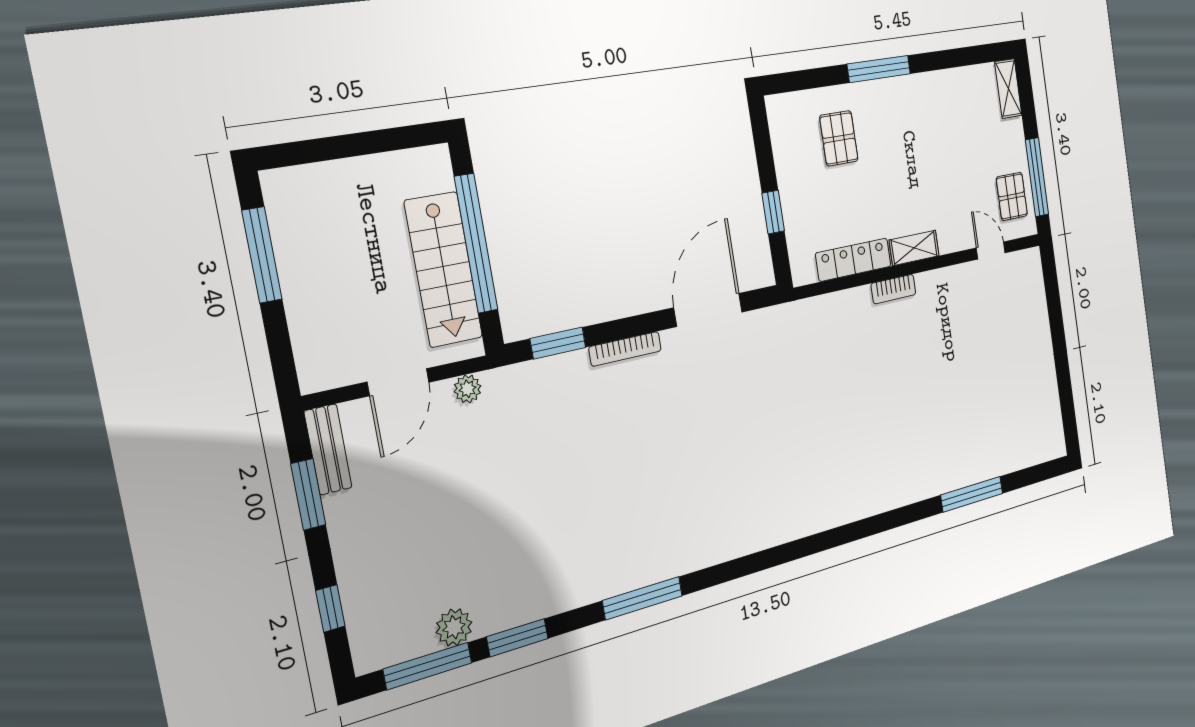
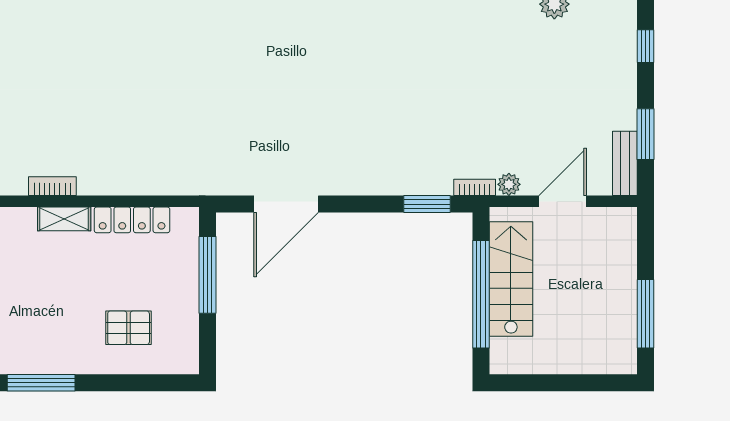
window: (879, 69) -> (41, 383), moved
pallet: (839, 138) -> (129, 328), turned 90
window: (773, 212) -> (208, 275), width x2.17
bookcase: (893, 289) -> (52, 186), moved
bookcase: (625, 349) -> (475, 187), moved, width x0.64

